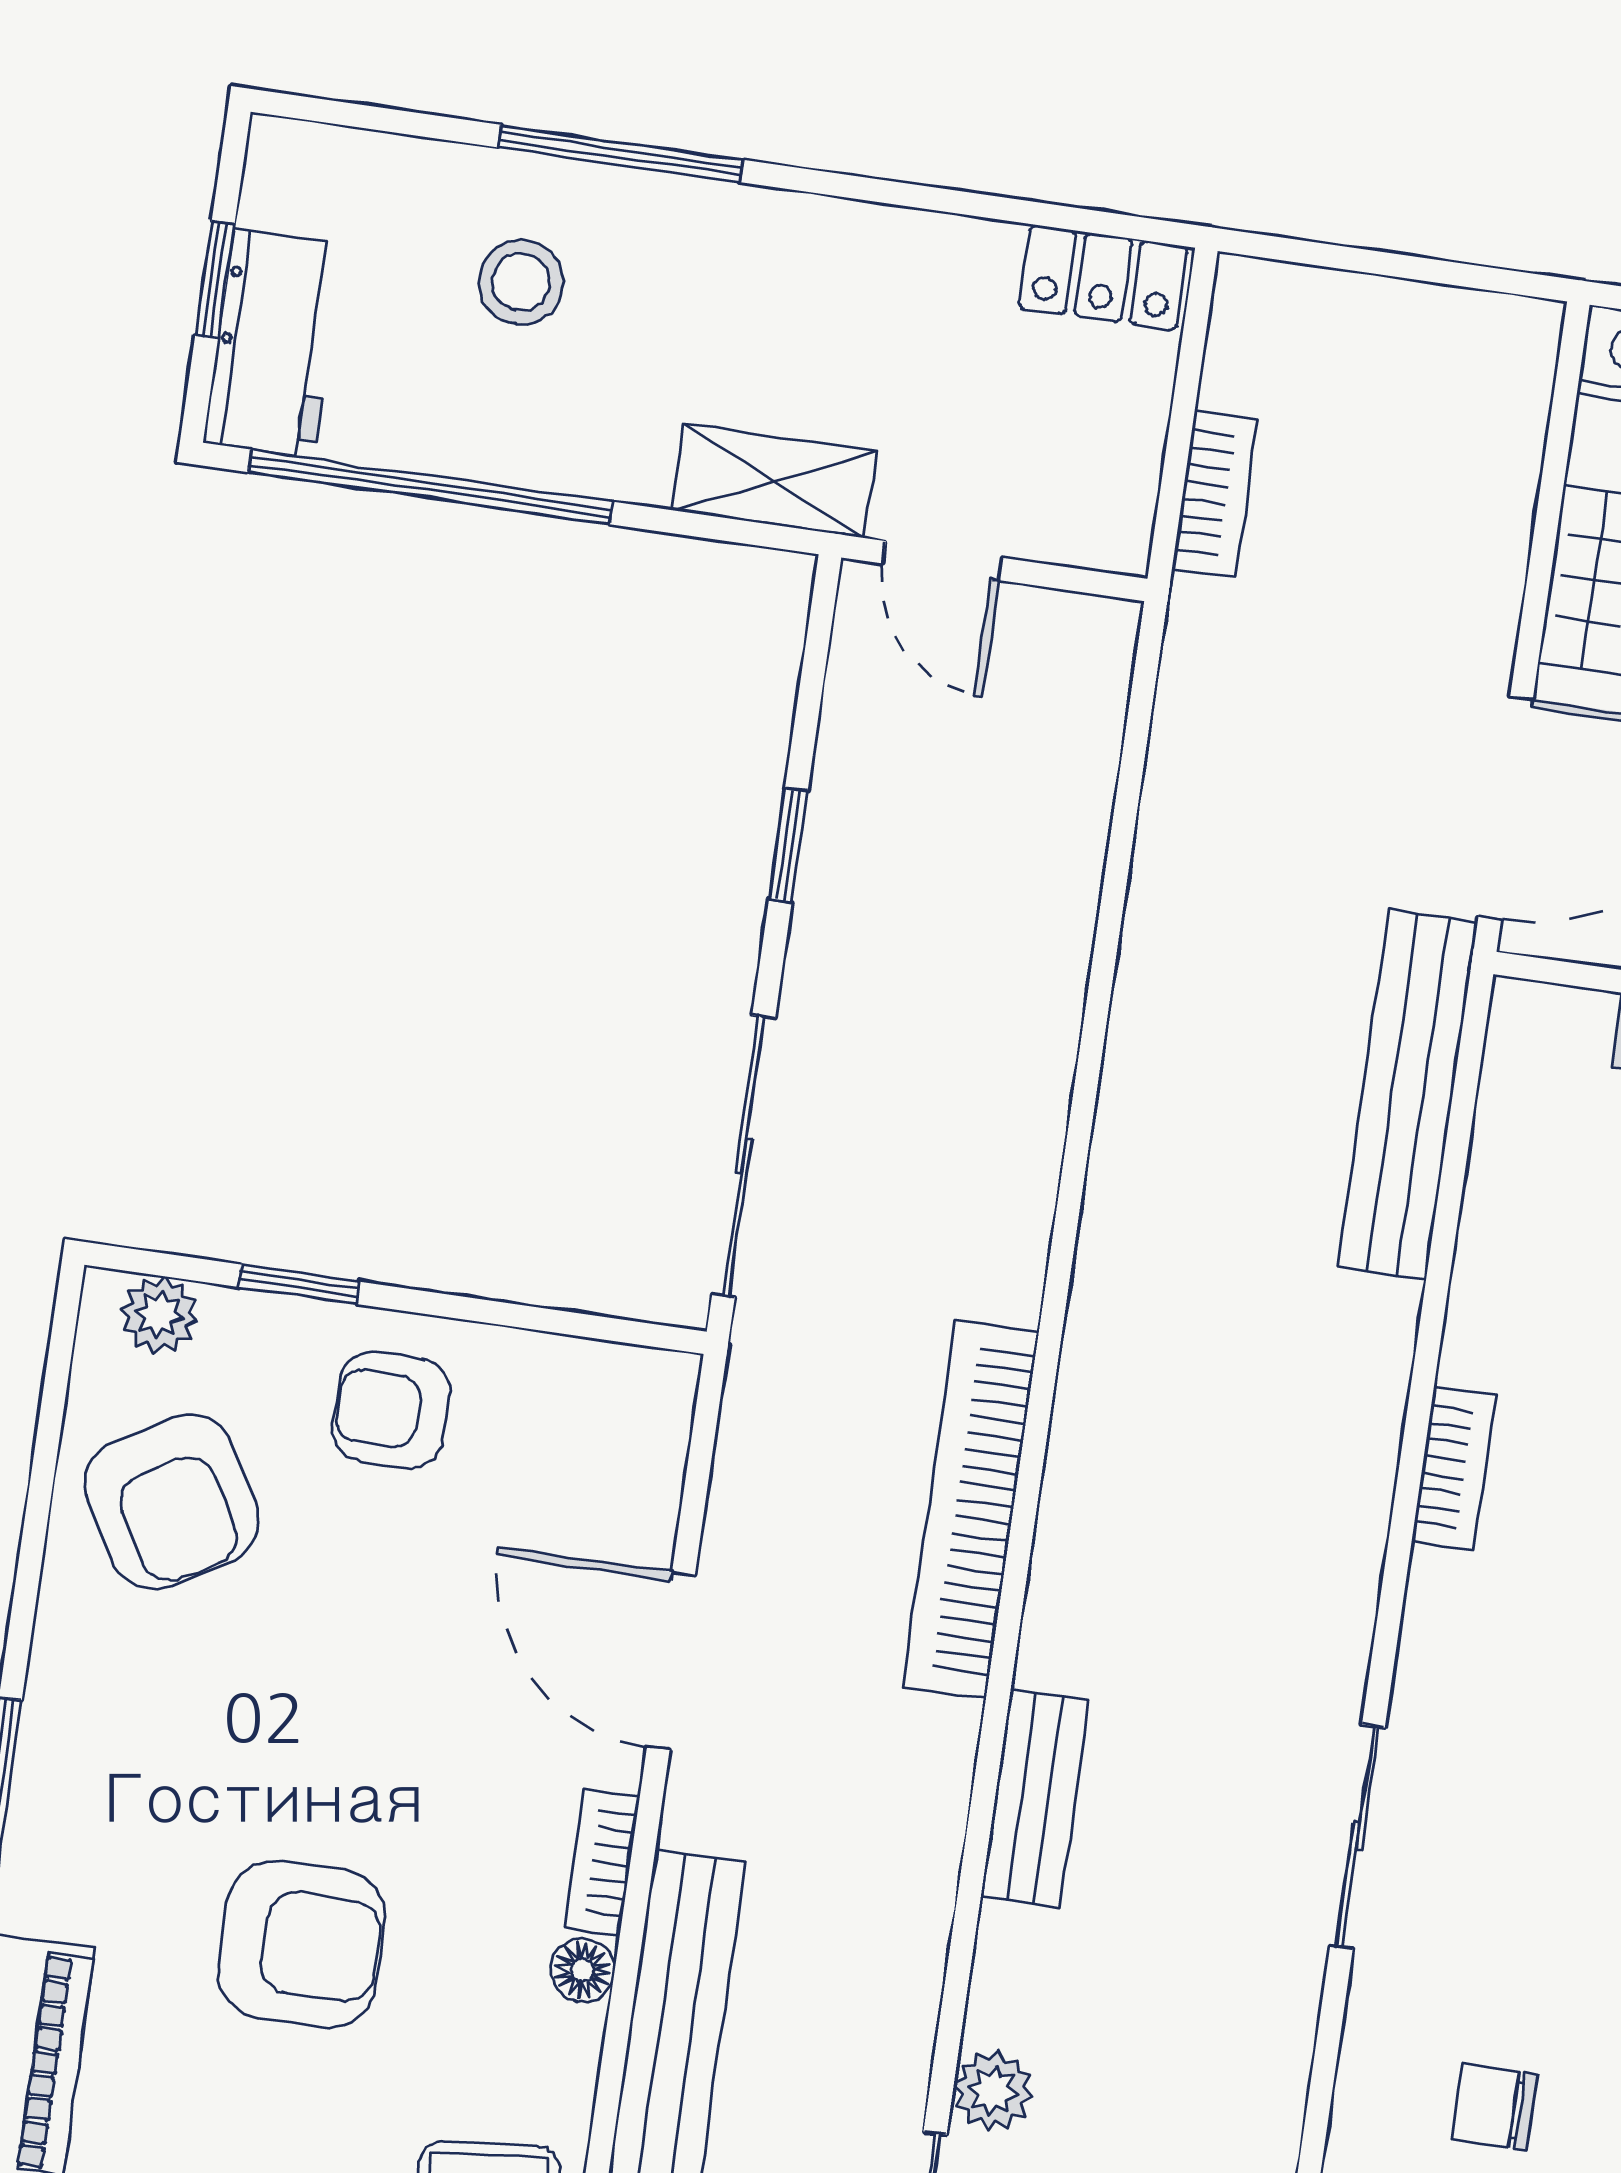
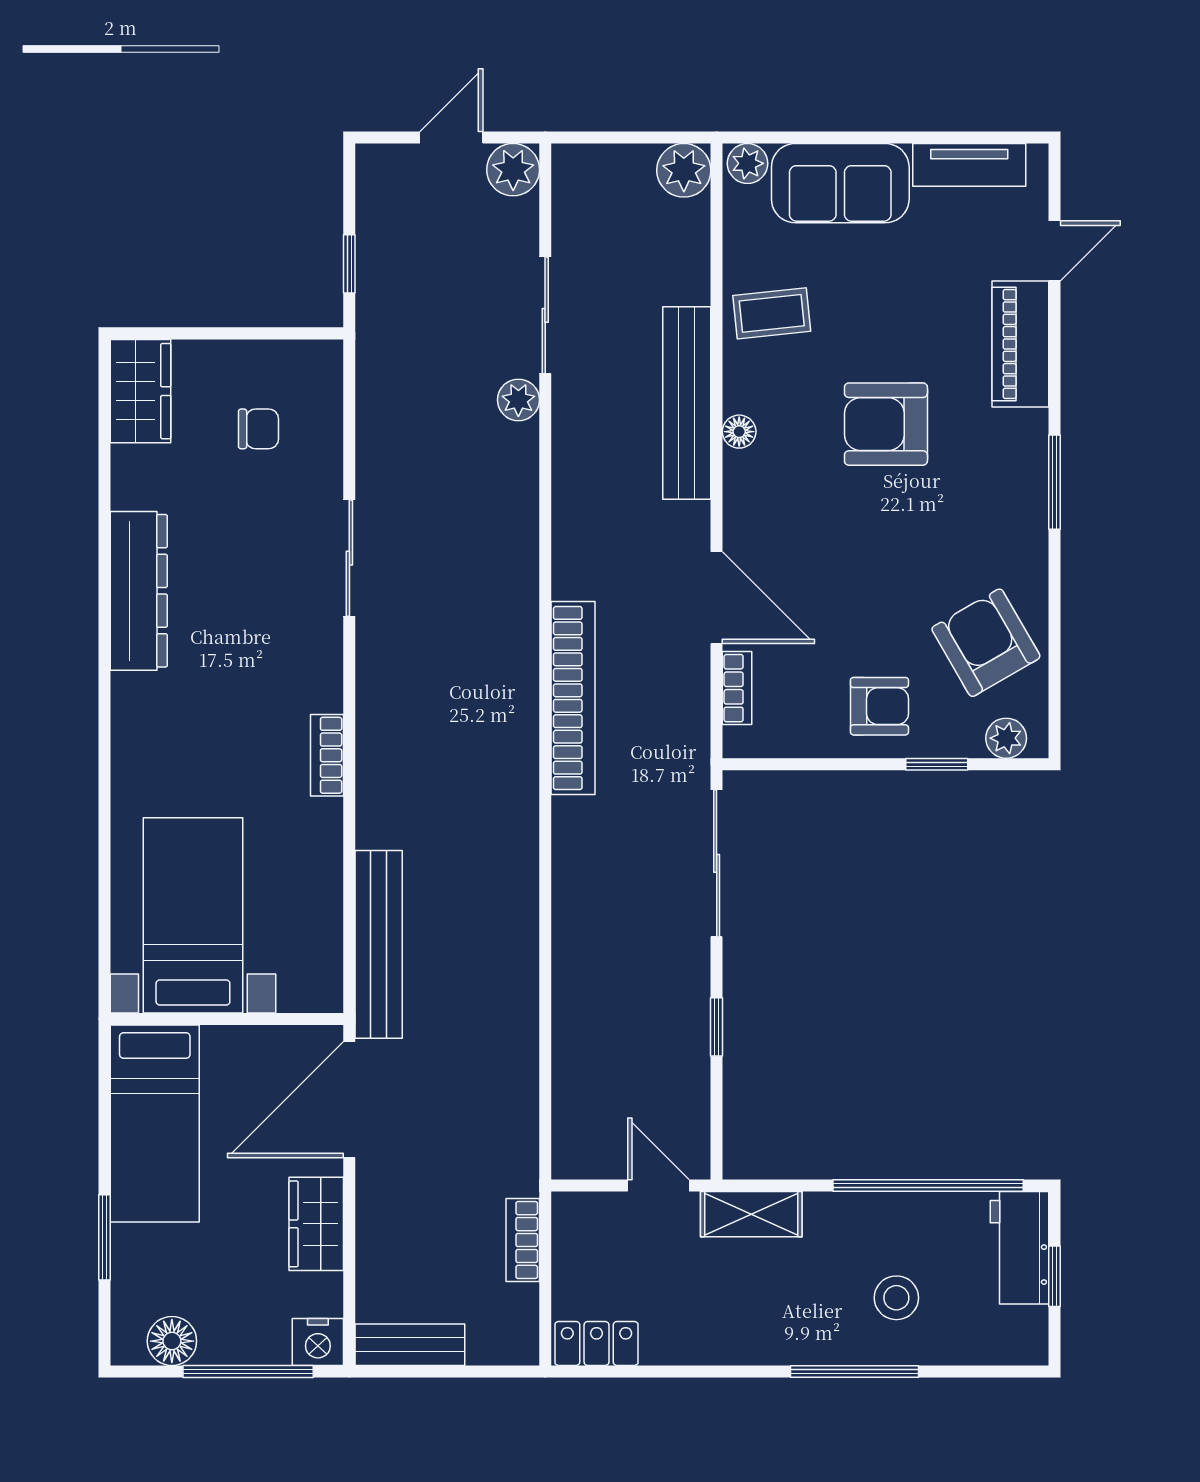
bench: (1035, 1799) -> (410, 1345), moved, turned 90
bookcase: (602, 1862) -> (737, 688), moved

